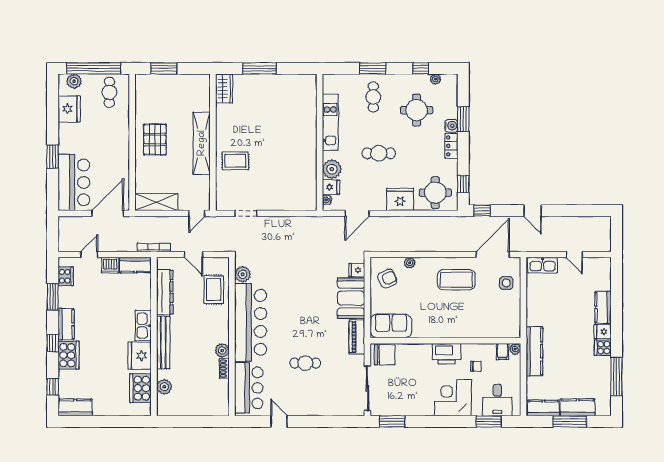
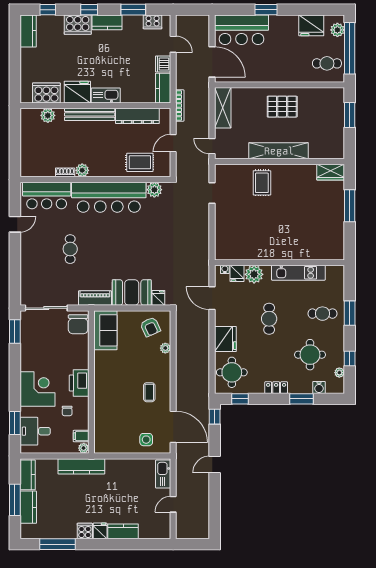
water cooler: (451, 126) -> (319, 388), moved
coffee table: (456, 280) -> (149, 392), width x0.54, depth x0.58

